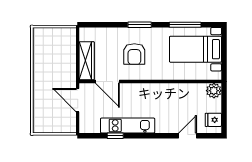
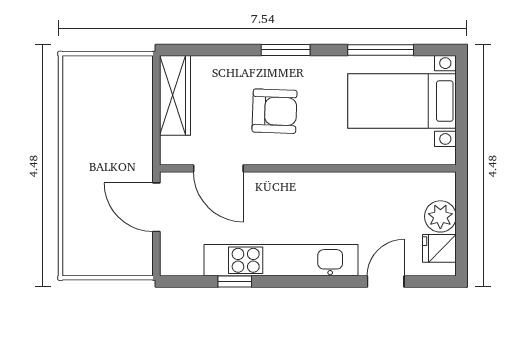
armchair: (134, 54) -> (275, 111), turned -88
wardrobe: (87, 61) -> (175, 95), moved
plant: (214, 91) -> (440, 216), moved
kitchen unit: (128, 125) -> (281, 260), width x1.36

